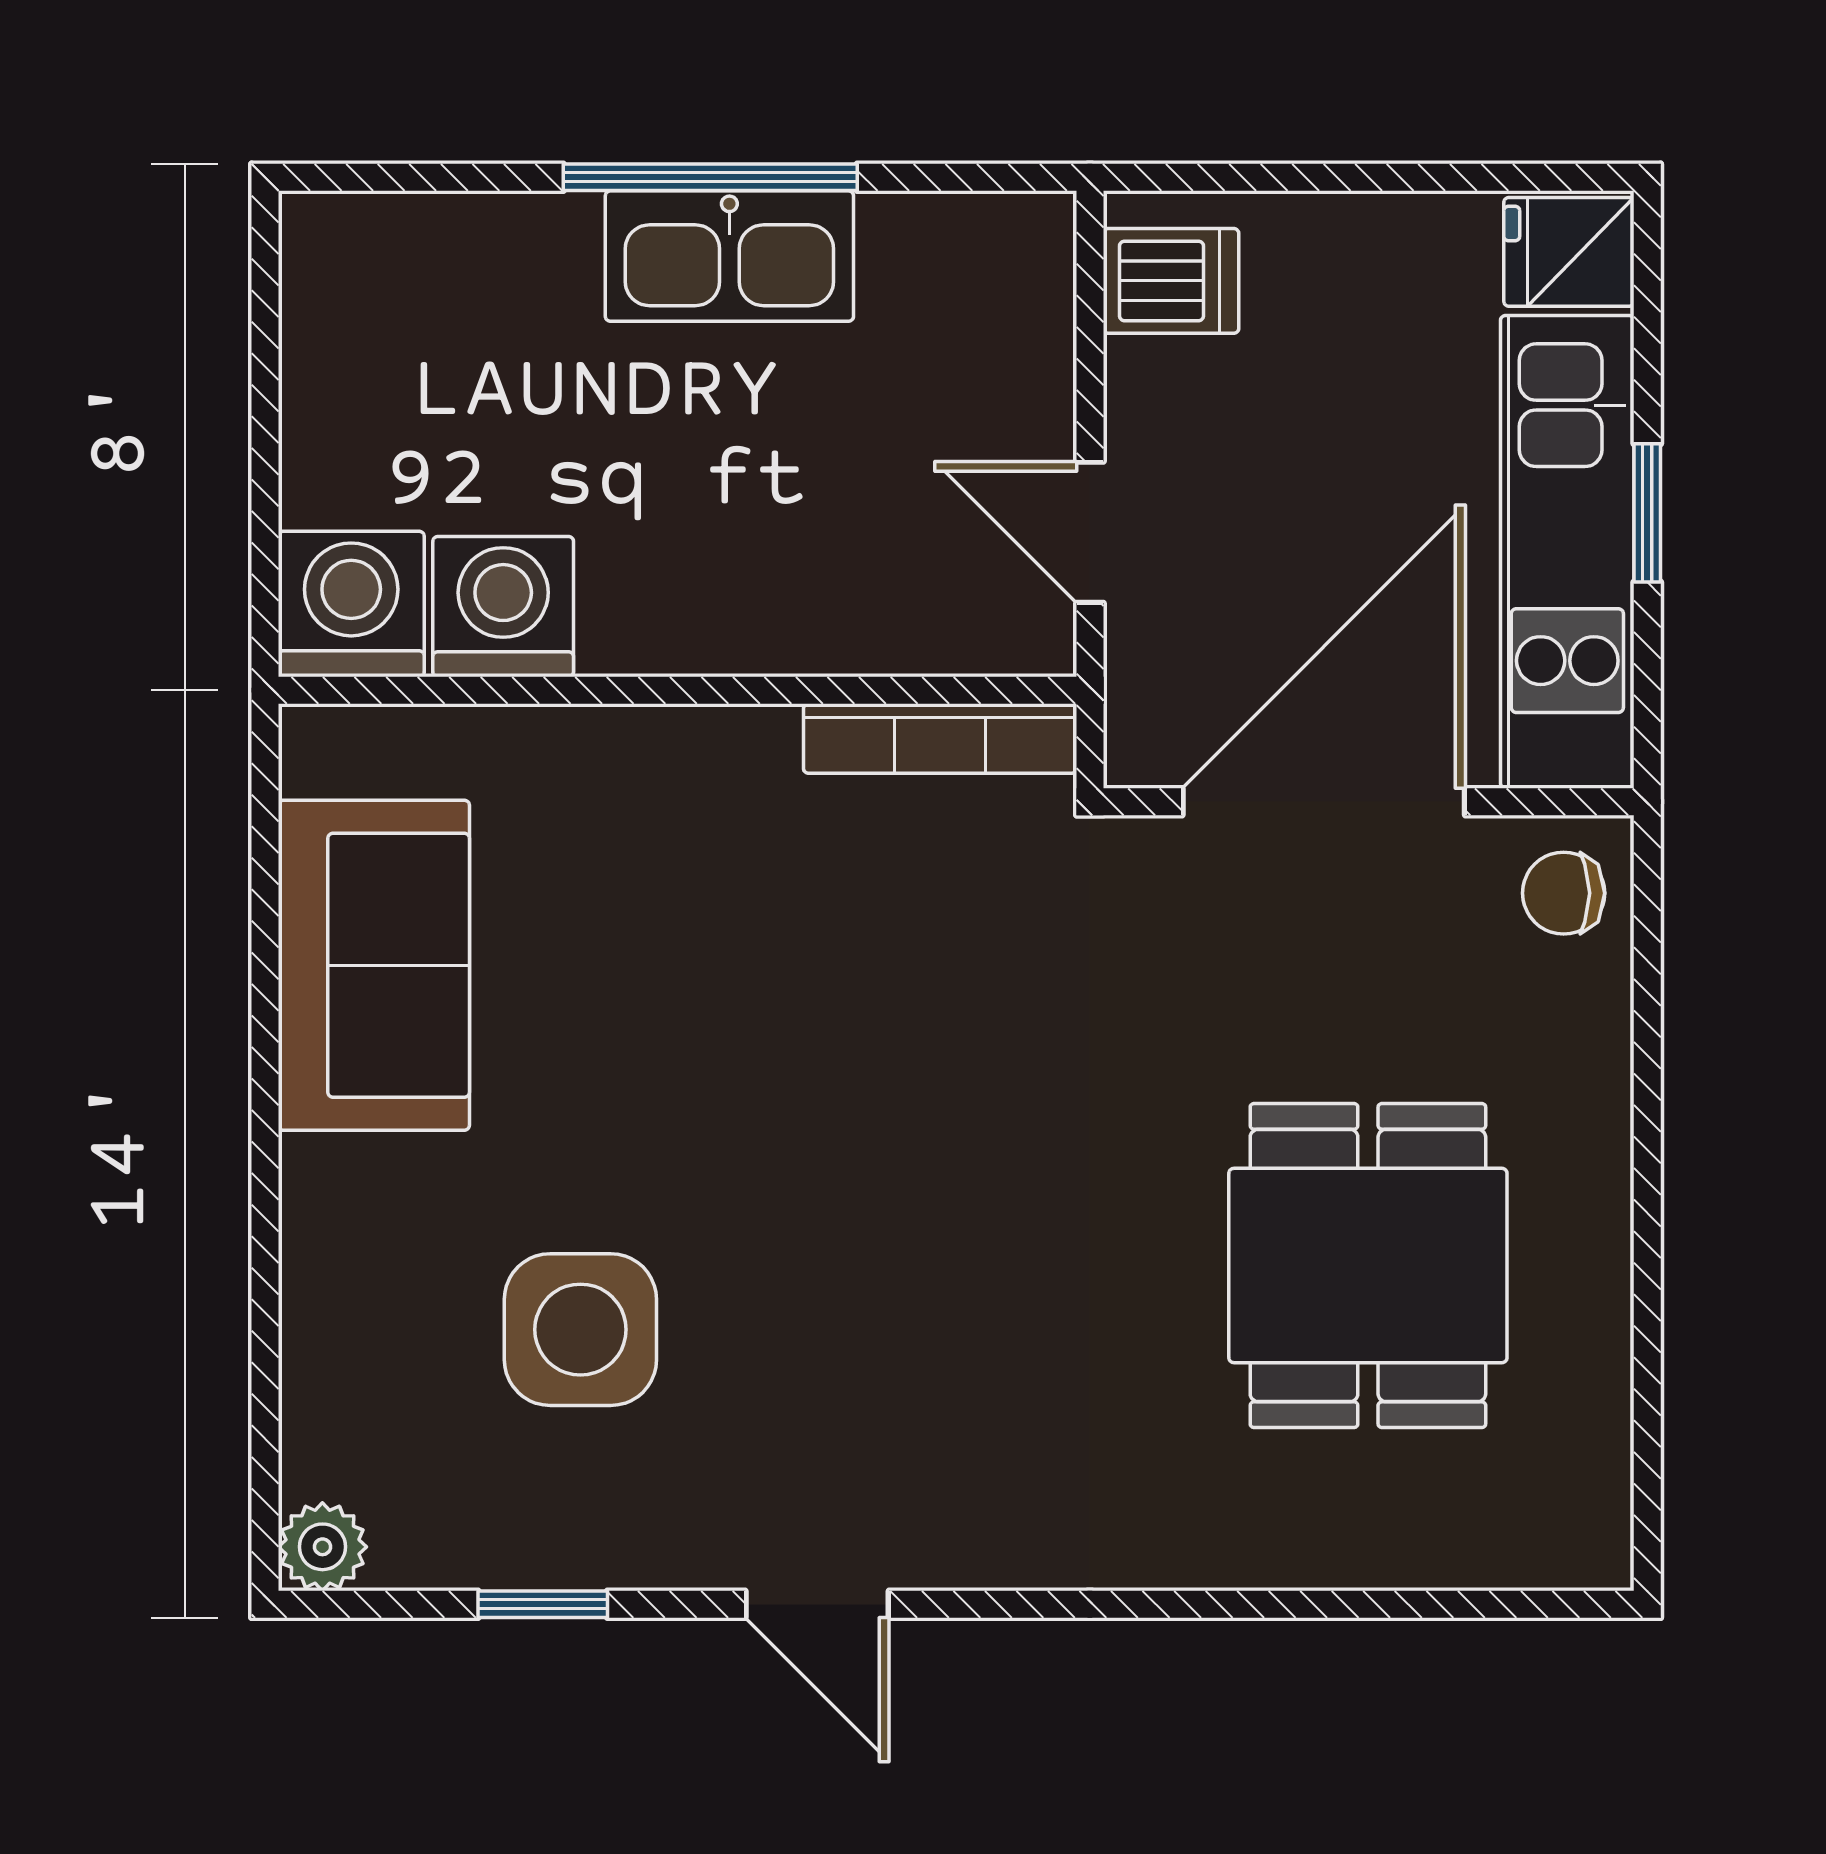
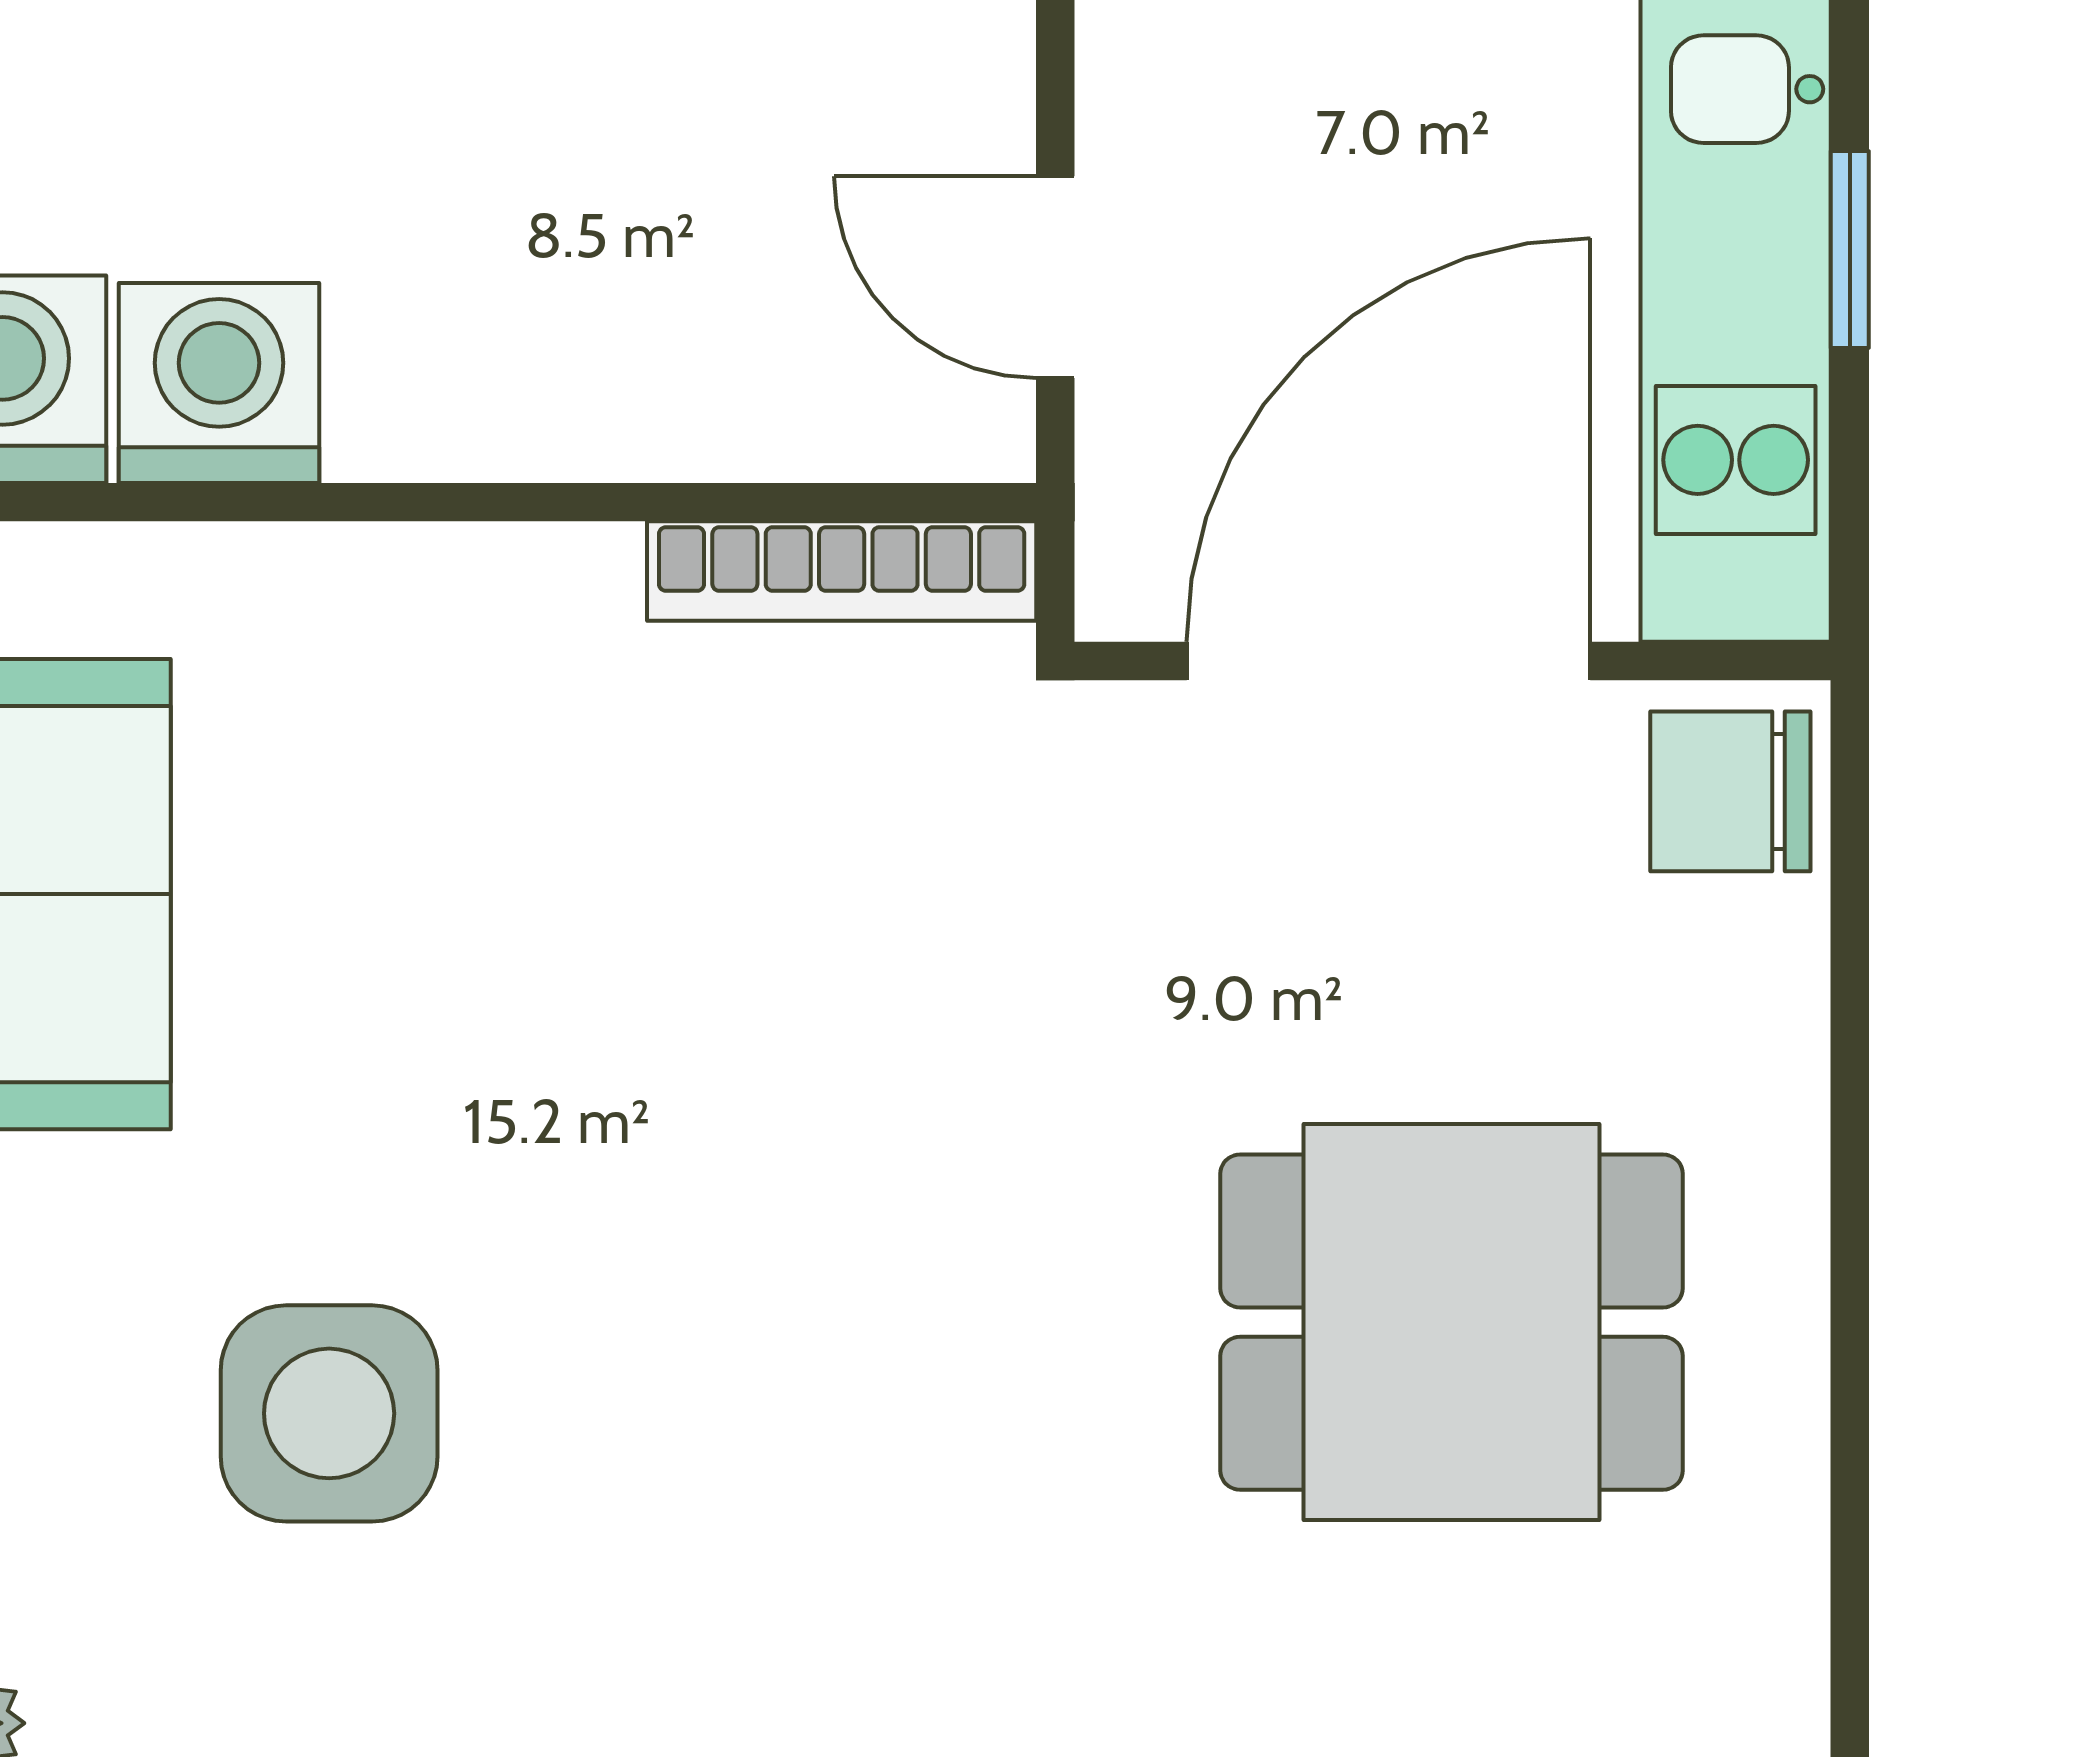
chair: (1564, 893) -> (1730, 791), width x1.37, depth x1.37
dining table: (1368, 1266) -> (1452, 1322), turned 90

